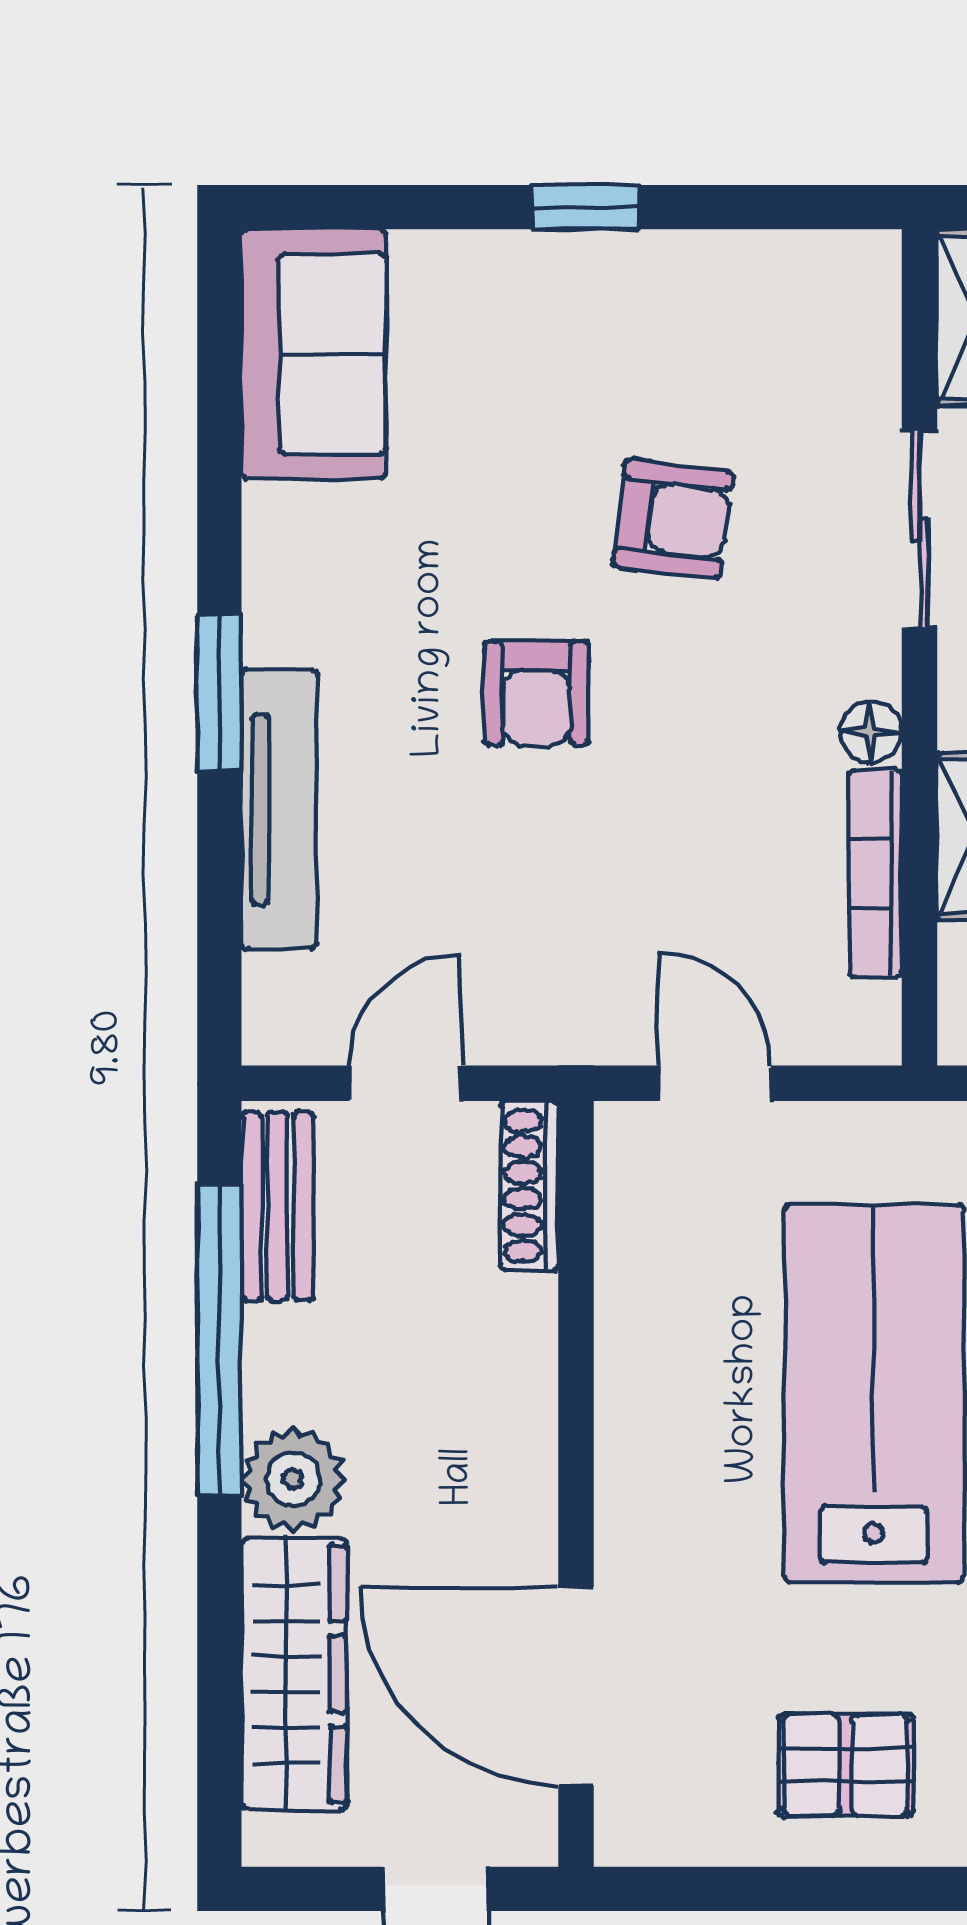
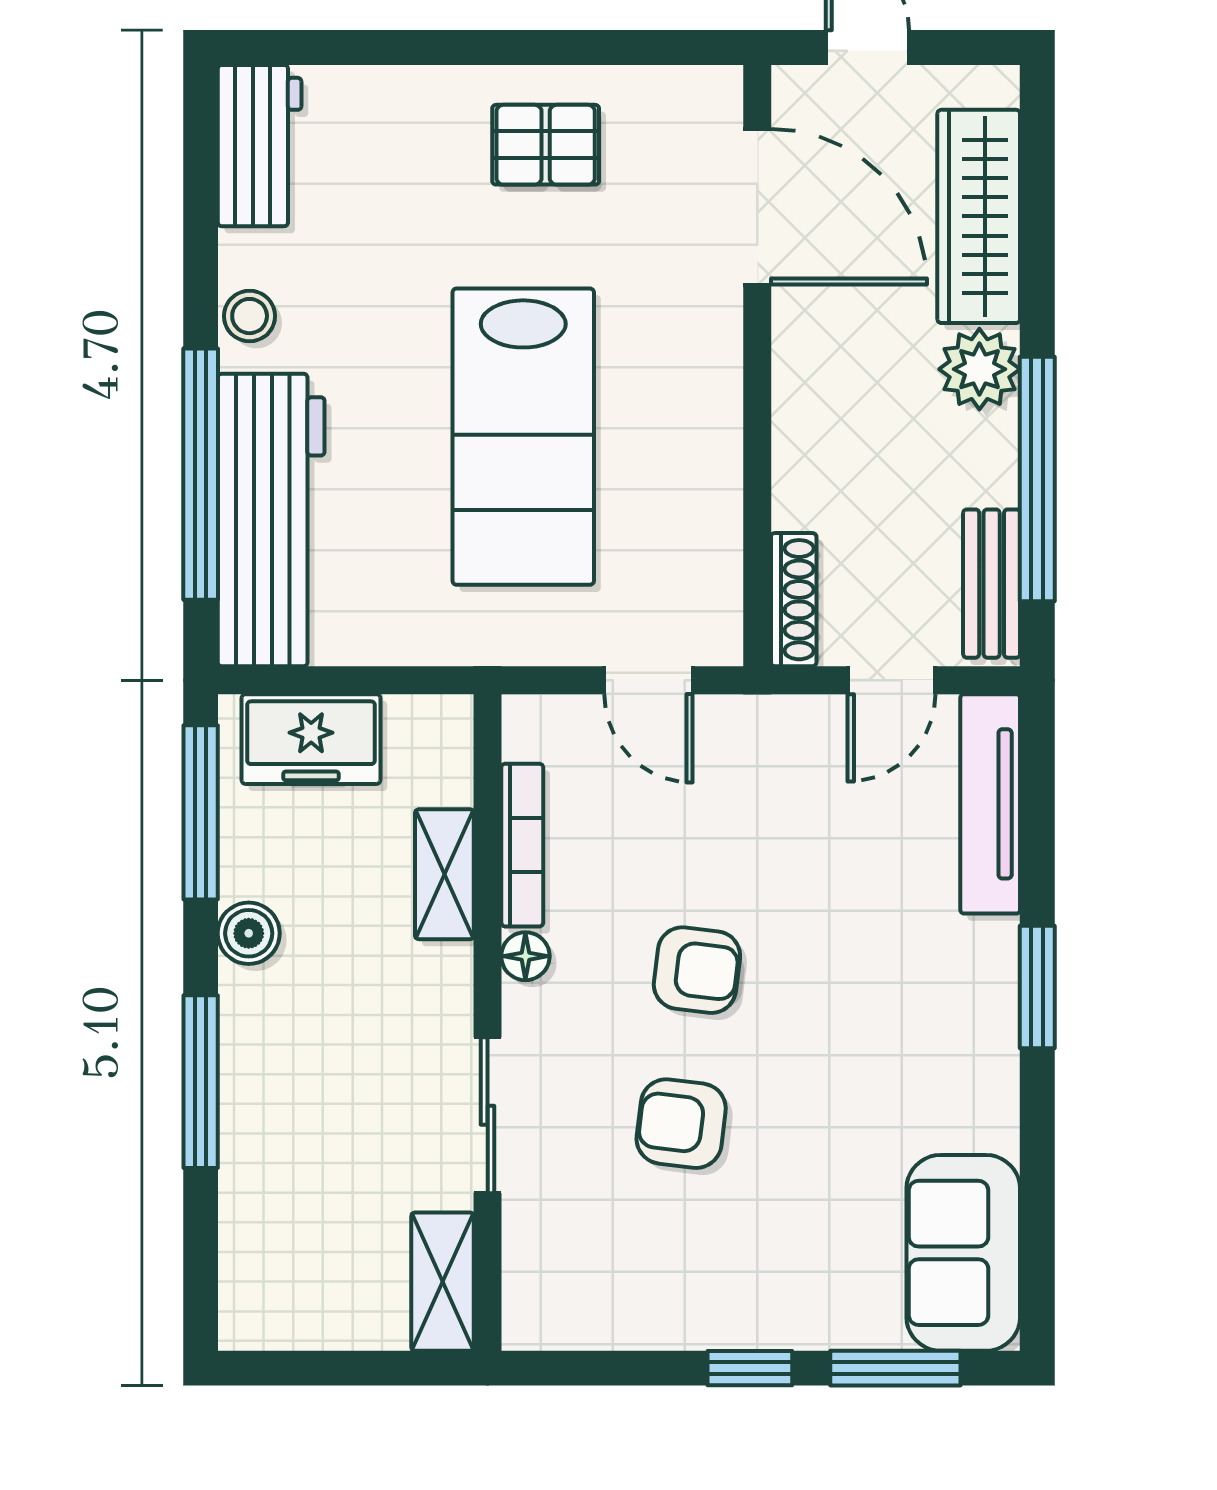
window: (400, 207) -> (895, 1368), added
armchair: (536, 693) -> (697, 970), moved, turned 97
tv unit: (279, 809) -> (990, 804), moved

